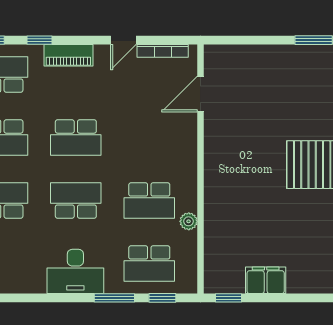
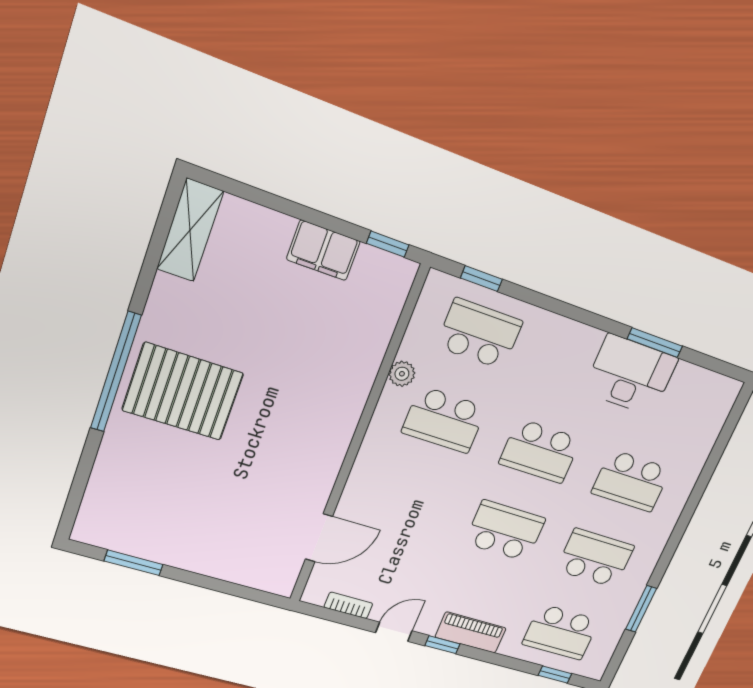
window: (40, 40) -> (442, 645), moved
bookcase: (163, 51) -> (348, 605), width x0.64
school desk: (149, 201) -> (444, 420), turned 180
desk: (75, 271) -> (631, 375), moved
window: (114, 298) -> (655, 343), moved

